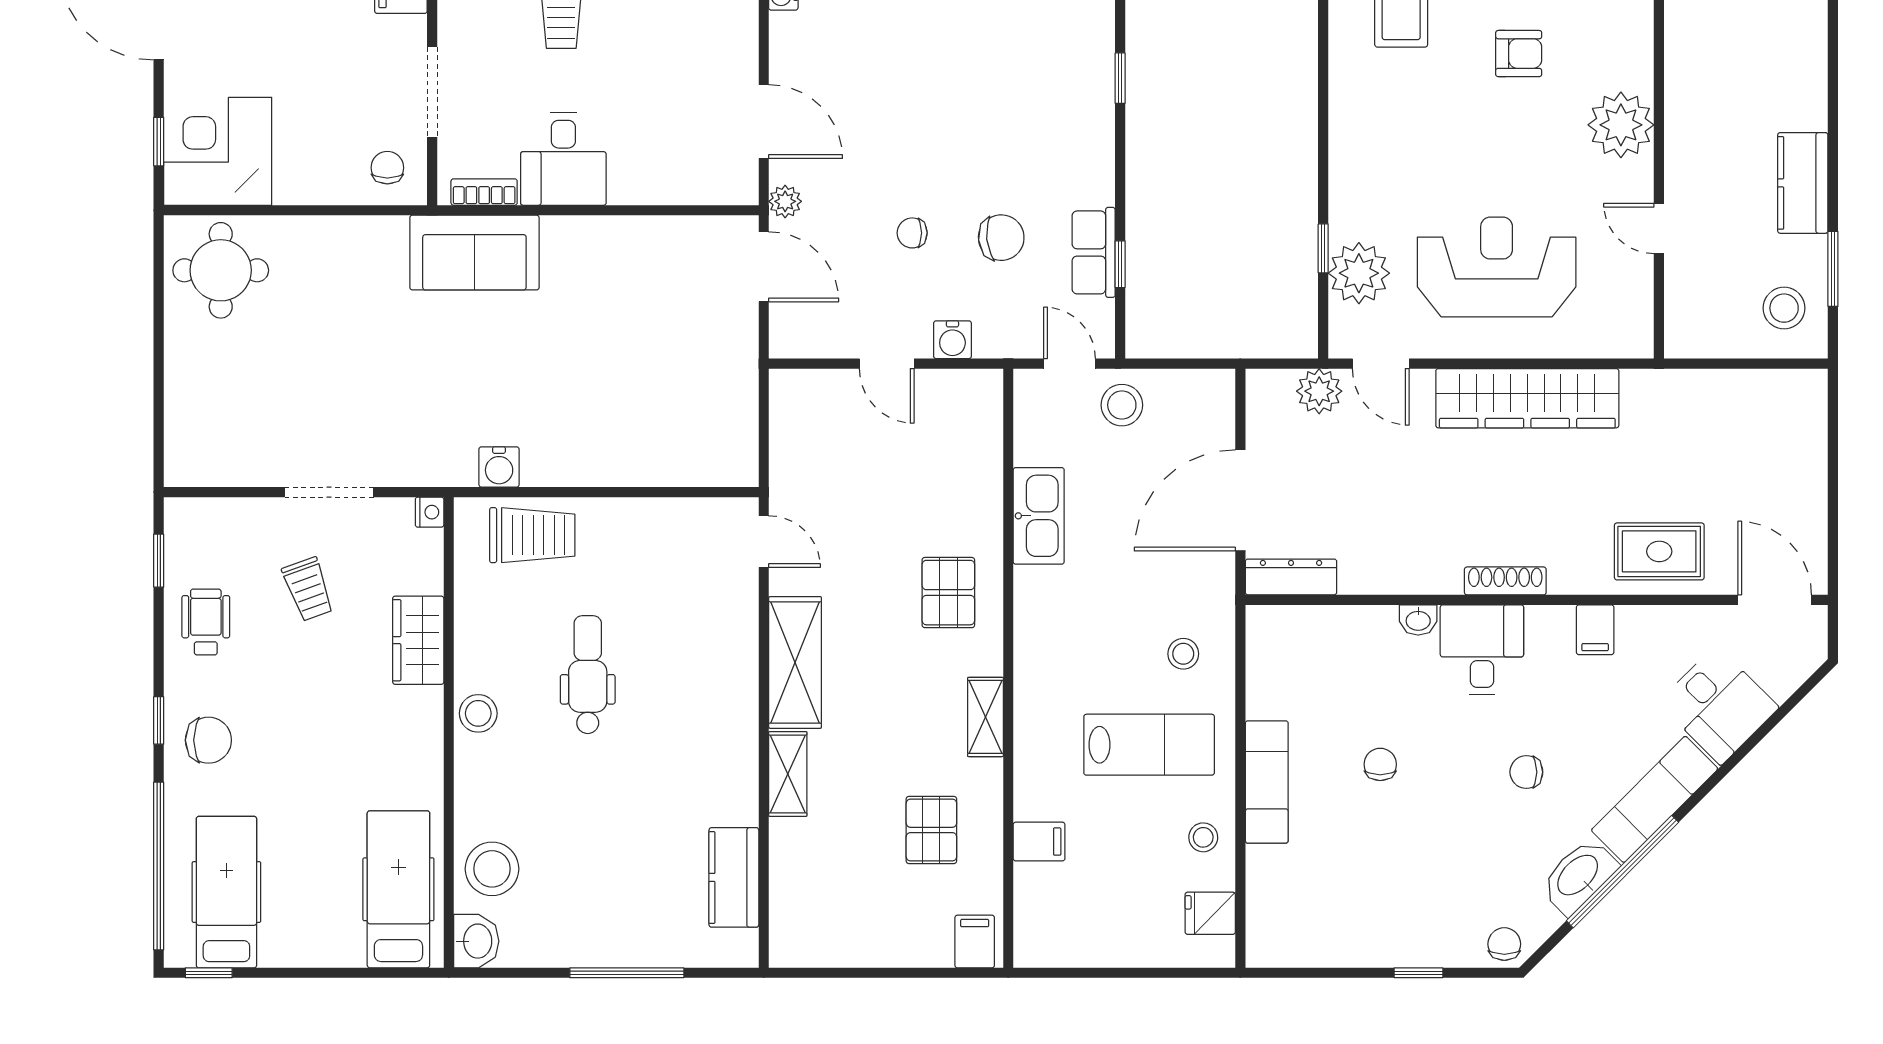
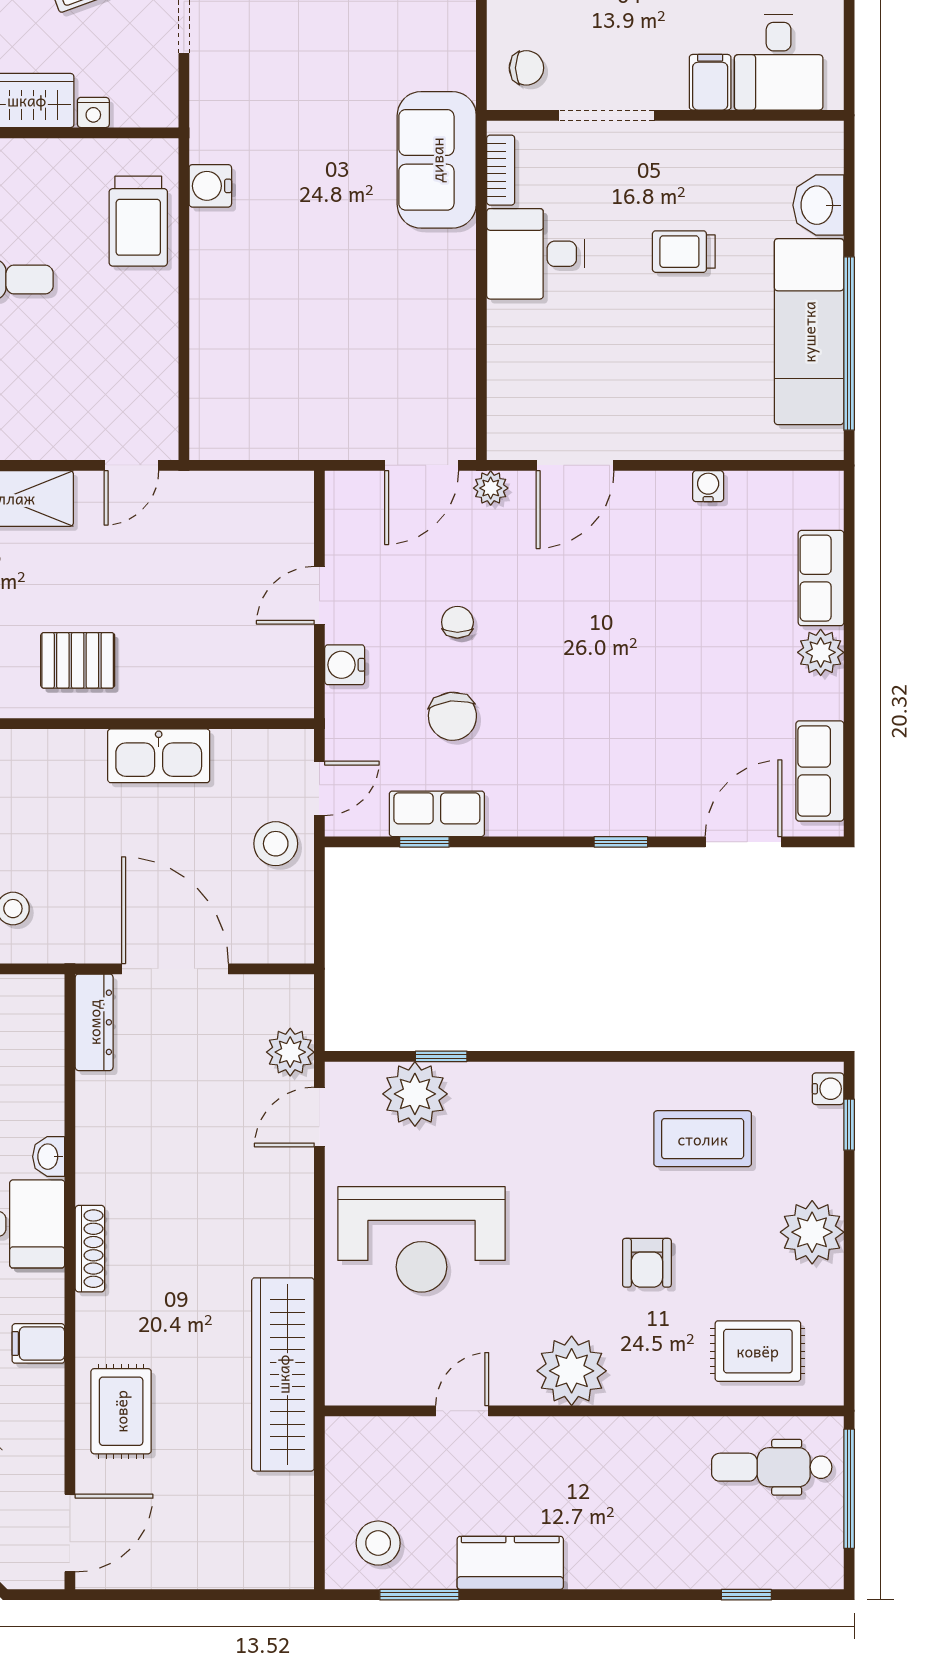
reception desk: (1497, 267) -> (422, 1239), turned 90
wardrobe: (1527, 398) -> (283, 1374), moved
nightstand: (430, 512) -> (93, 112), moved

